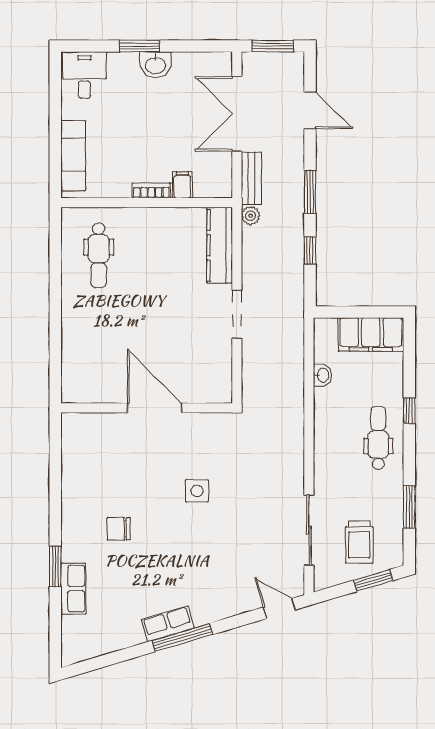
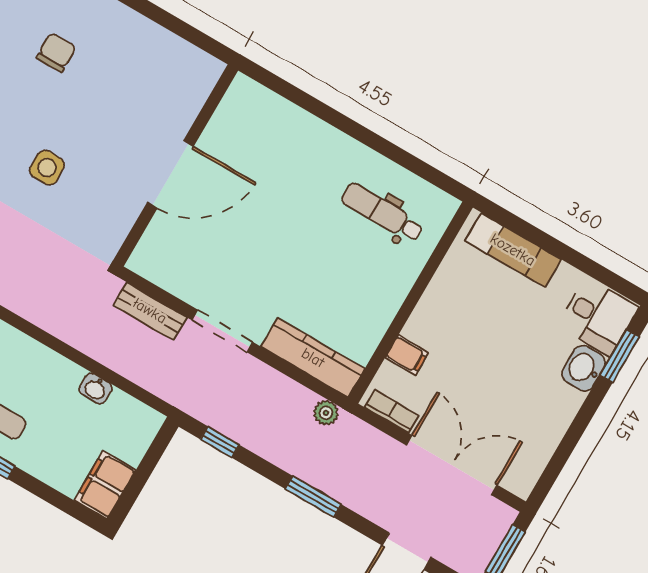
window: (139, 46) -> (620, 356), moved
washbasin: (155, 65) -> (584, 368), moved
bench: (251, 178) -> (150, 311), moved
bookcase: (151, 191) -> (392, 411), moved, turned -90
window: (310, 250) -> (220, 442), moved
filing cabinet: (371, 335) -> (105, 485), width x0.67, depth x0.86

